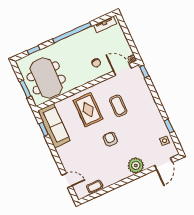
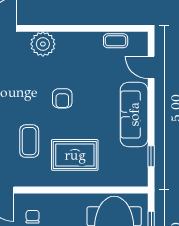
rug: (88, 110) -> (75, 155), turned 90
sofa: (54, 126) -> (134, 114), moved

